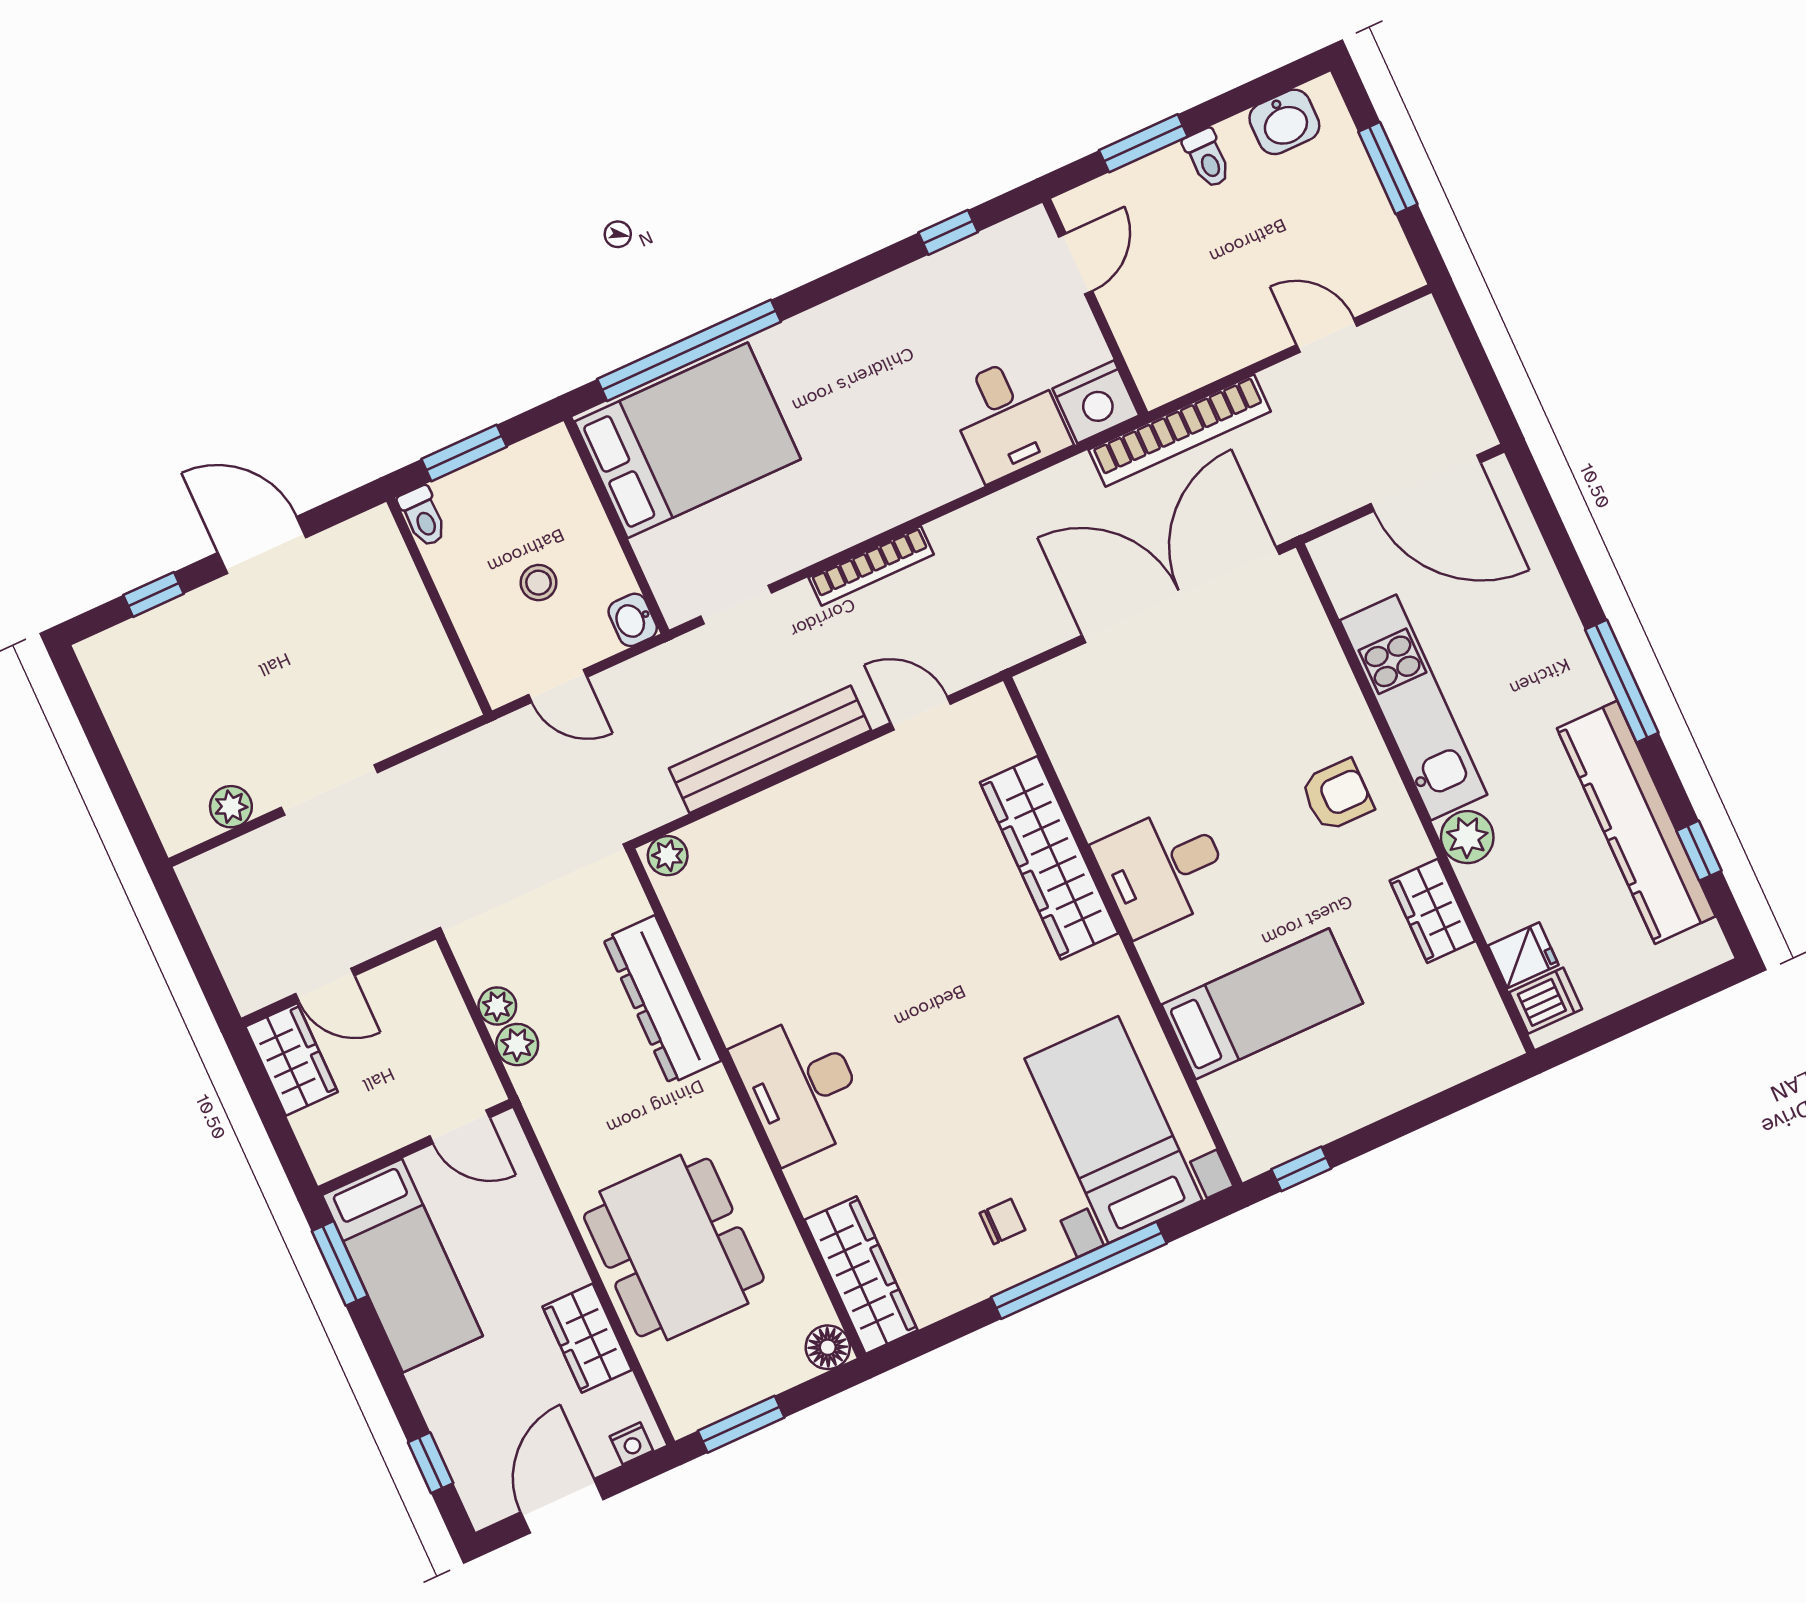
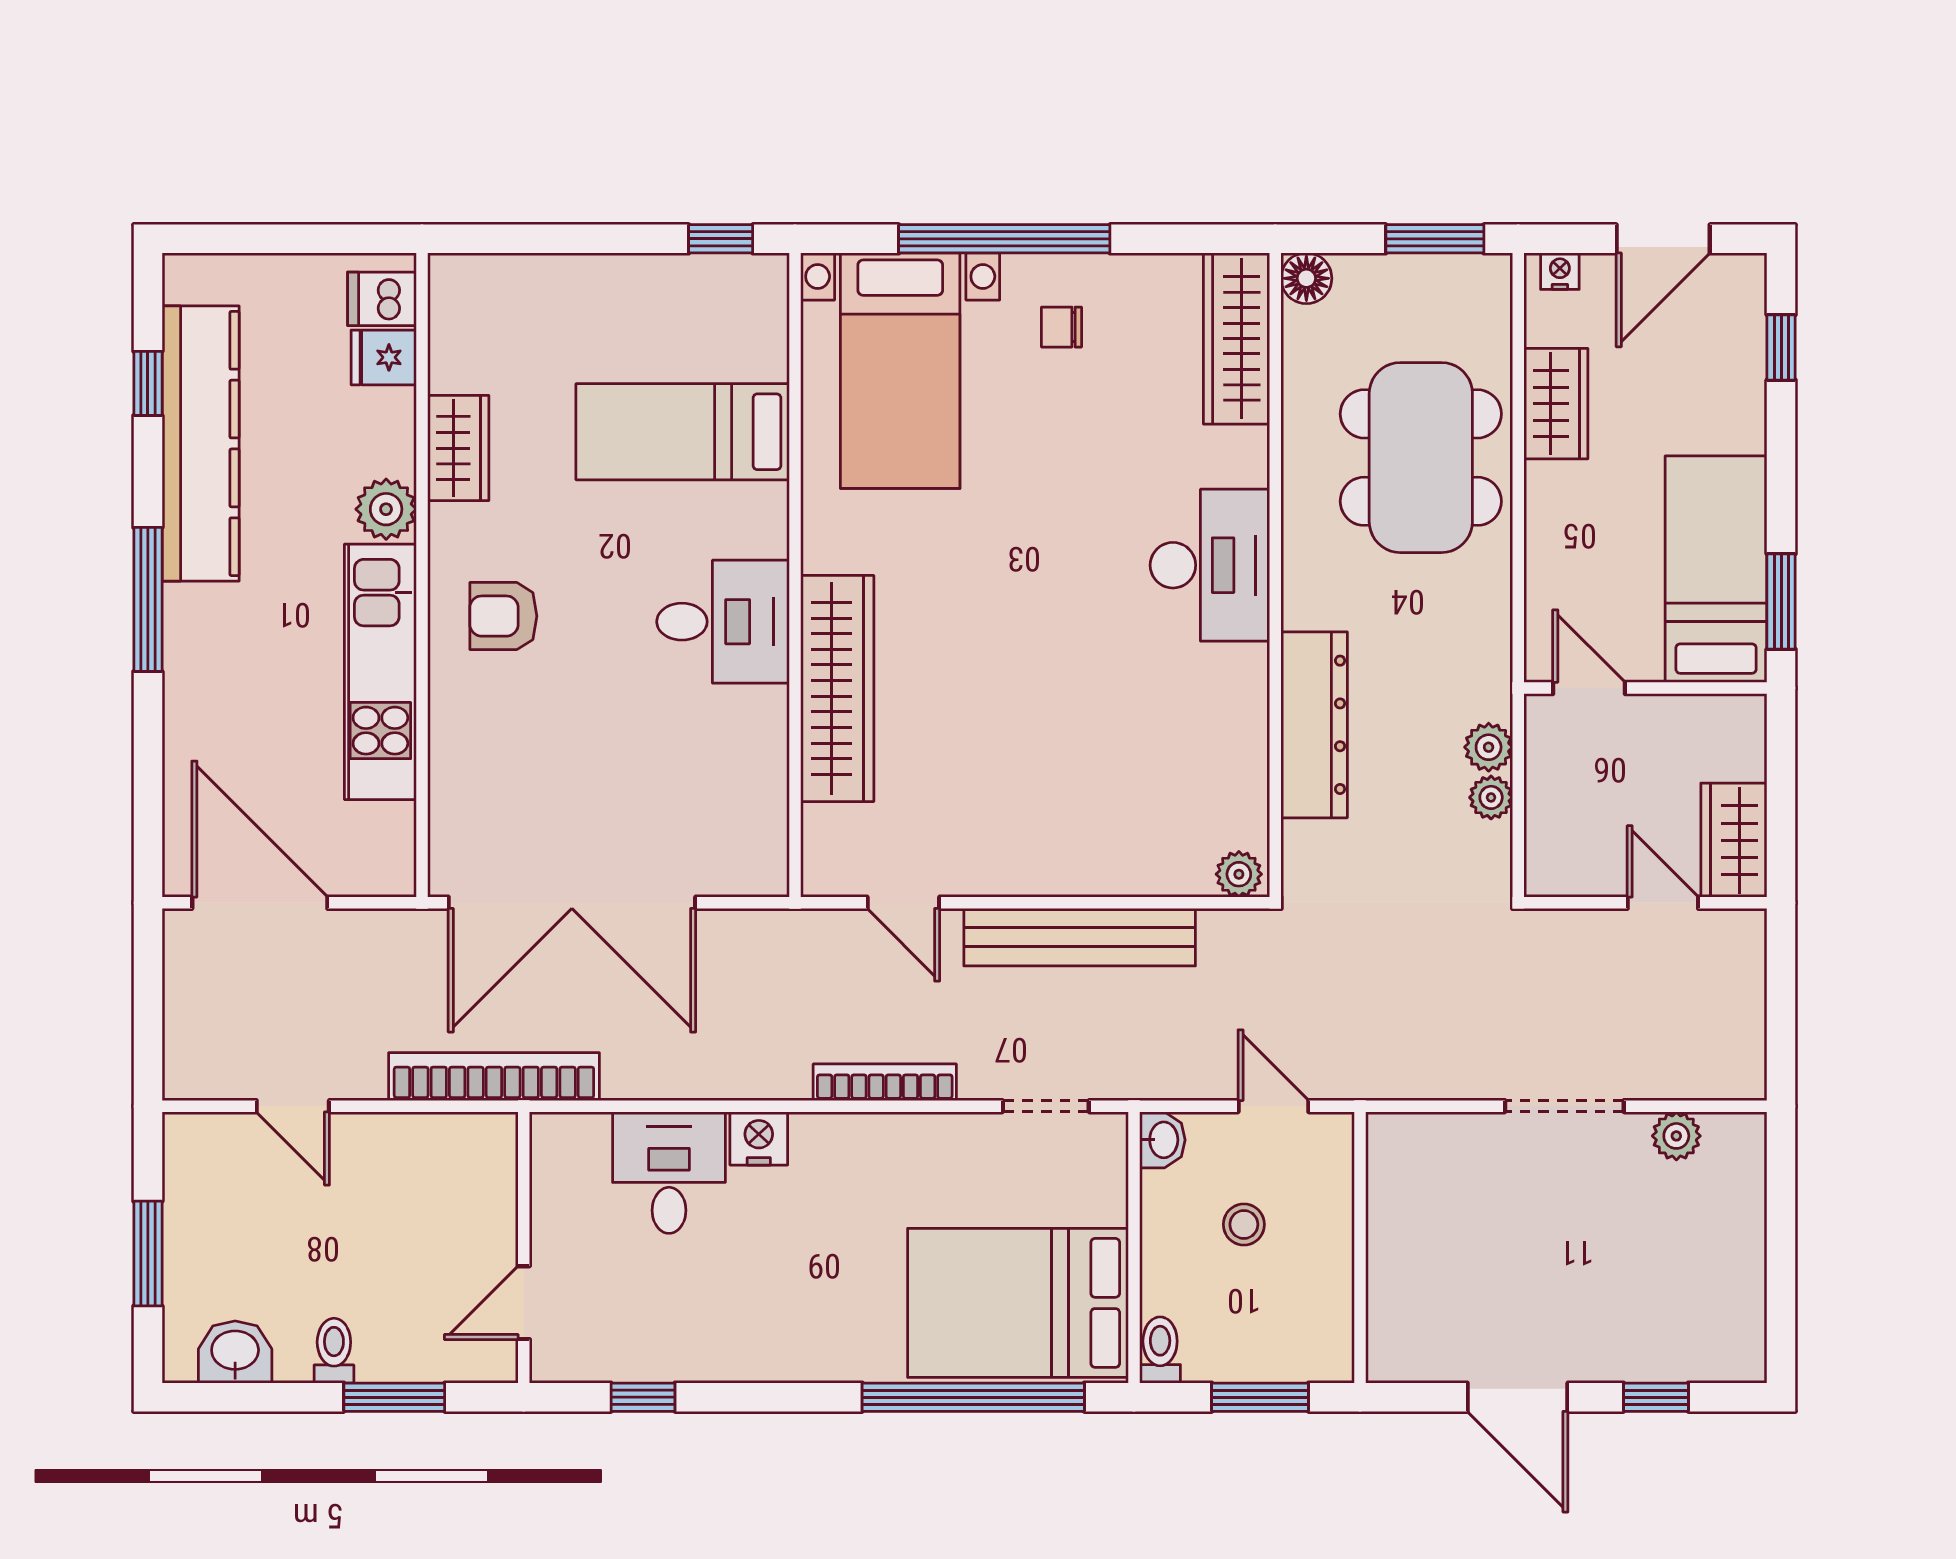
nightstand: (1096, 402) -> (759, 1138), moved, width x0.74, depth x0.75
toilet: (423, 516) -> (1160, 1350), moved

